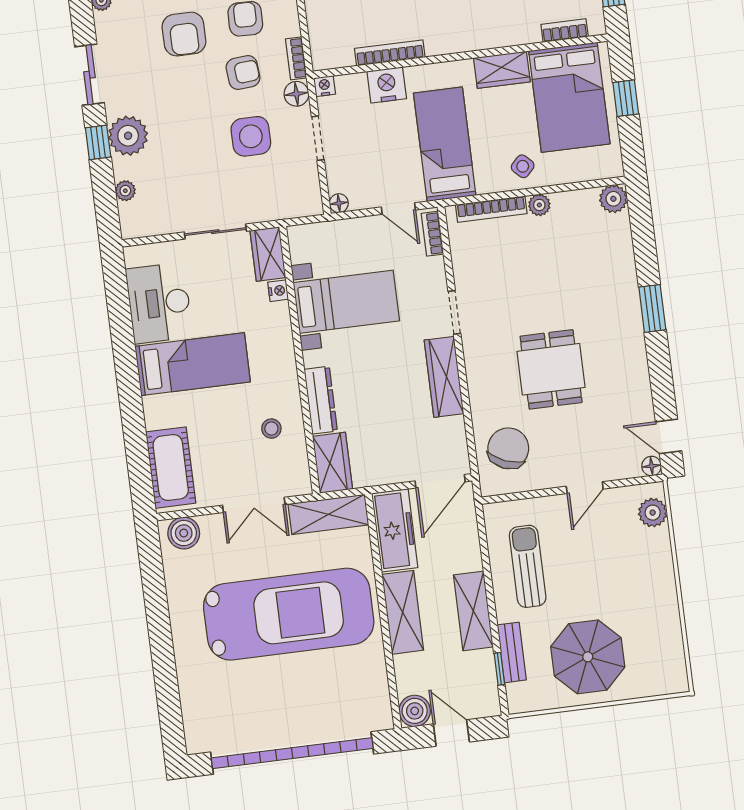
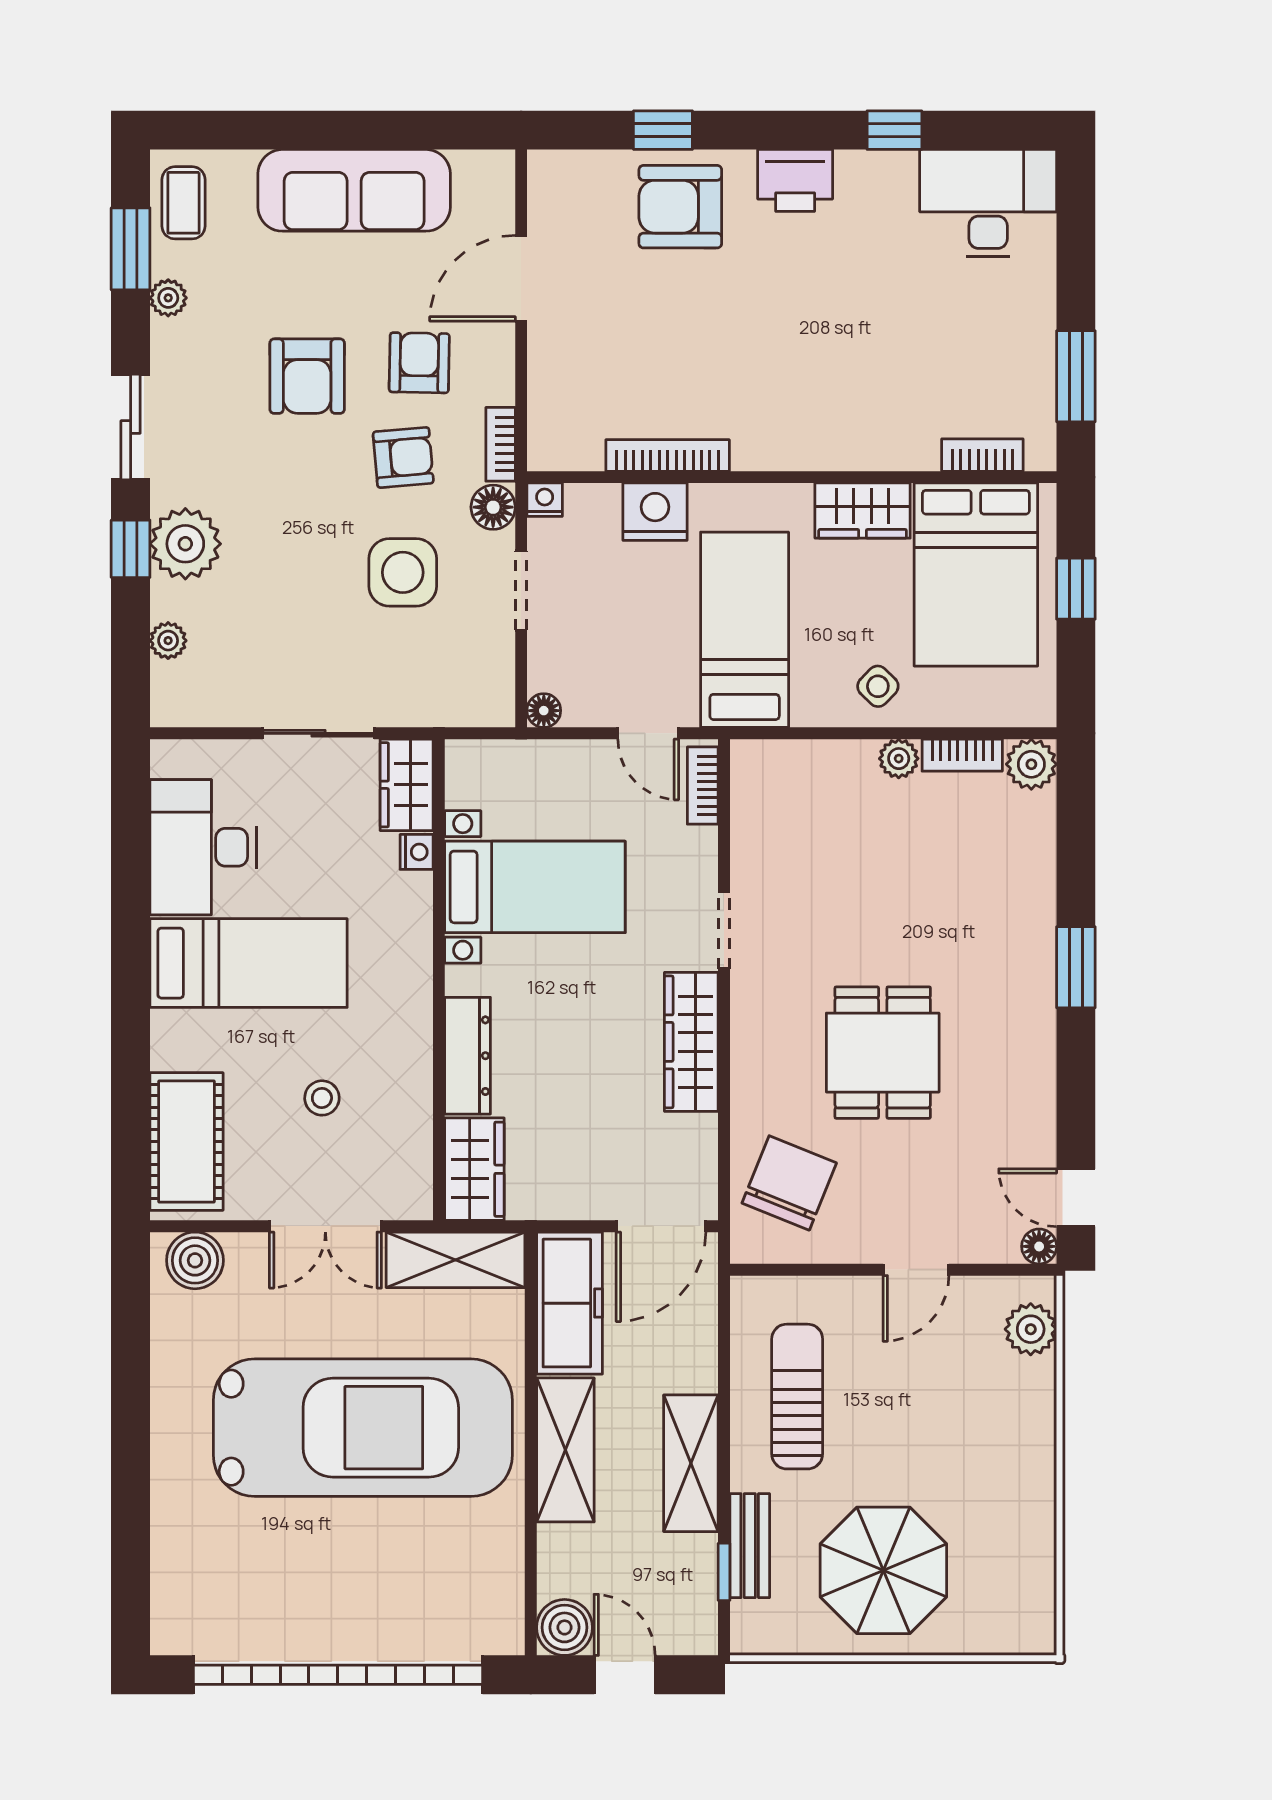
bookcase: (491, 209) -> (962, 755), moved, width x0.64
stool: (271, 429) -> (322, 1098), moved

